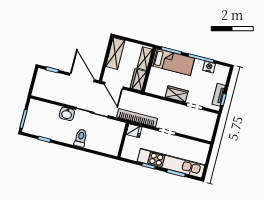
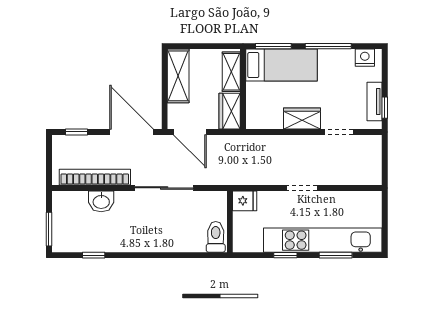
nightstand: (209, 67) -> (365, 58), moved
washbasin: (67, 114) -> (101, 201), moved
bookcase: (137, 118) -> (95, 177), moved
toilet: (81, 138) -> (216, 237), moved

